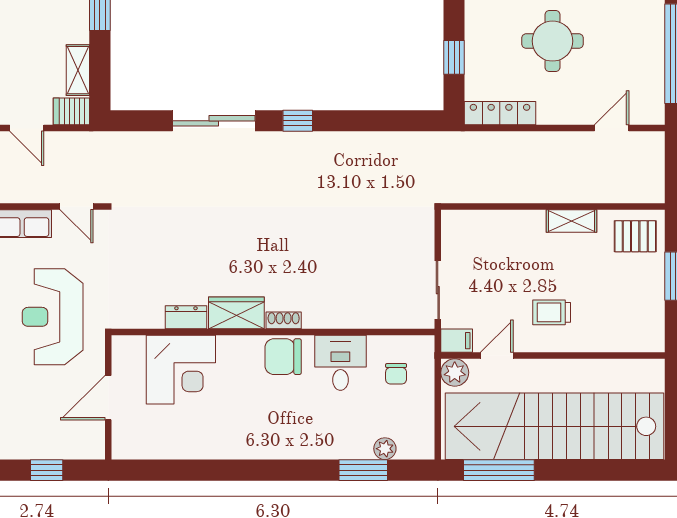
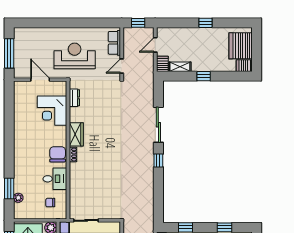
dresser: (186, 317) -> (74, 98), moved
window: (47, 470) -> (9, 53), width x2.17

